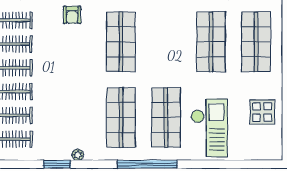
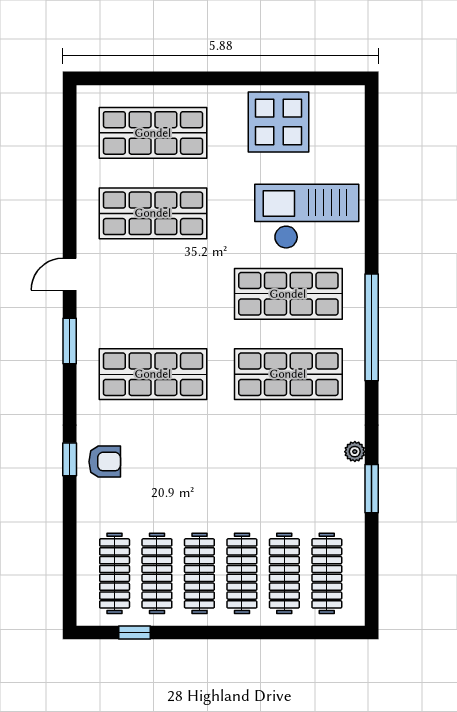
display table: (262, 112) -> (278, 122), width x1.36, depth x1.36

